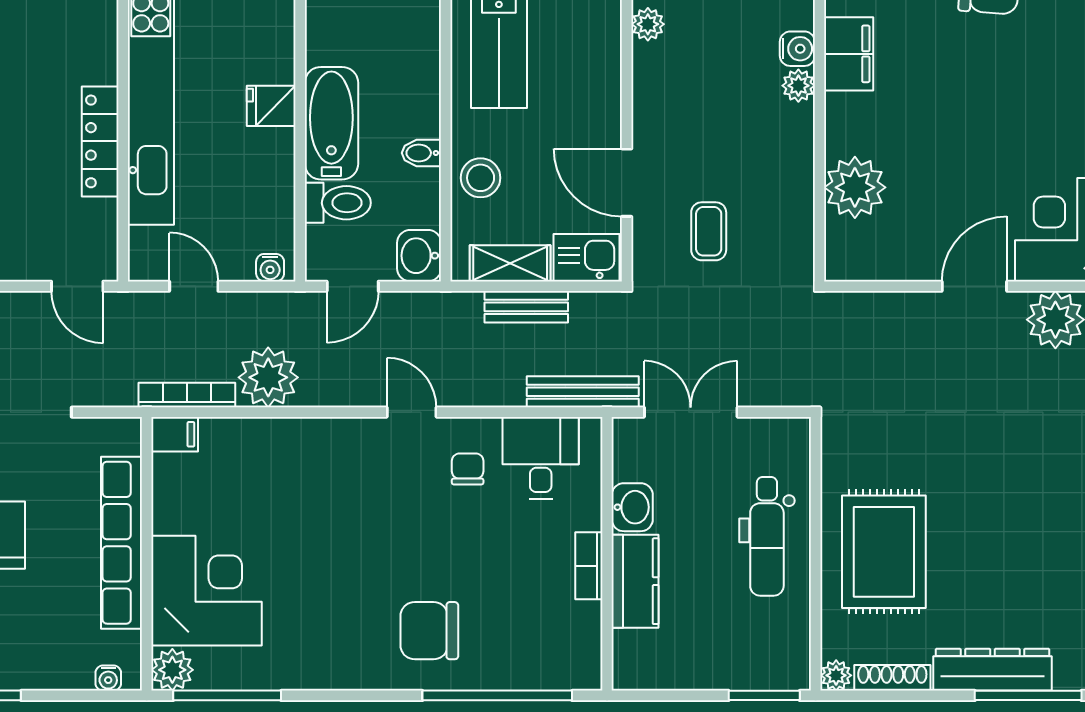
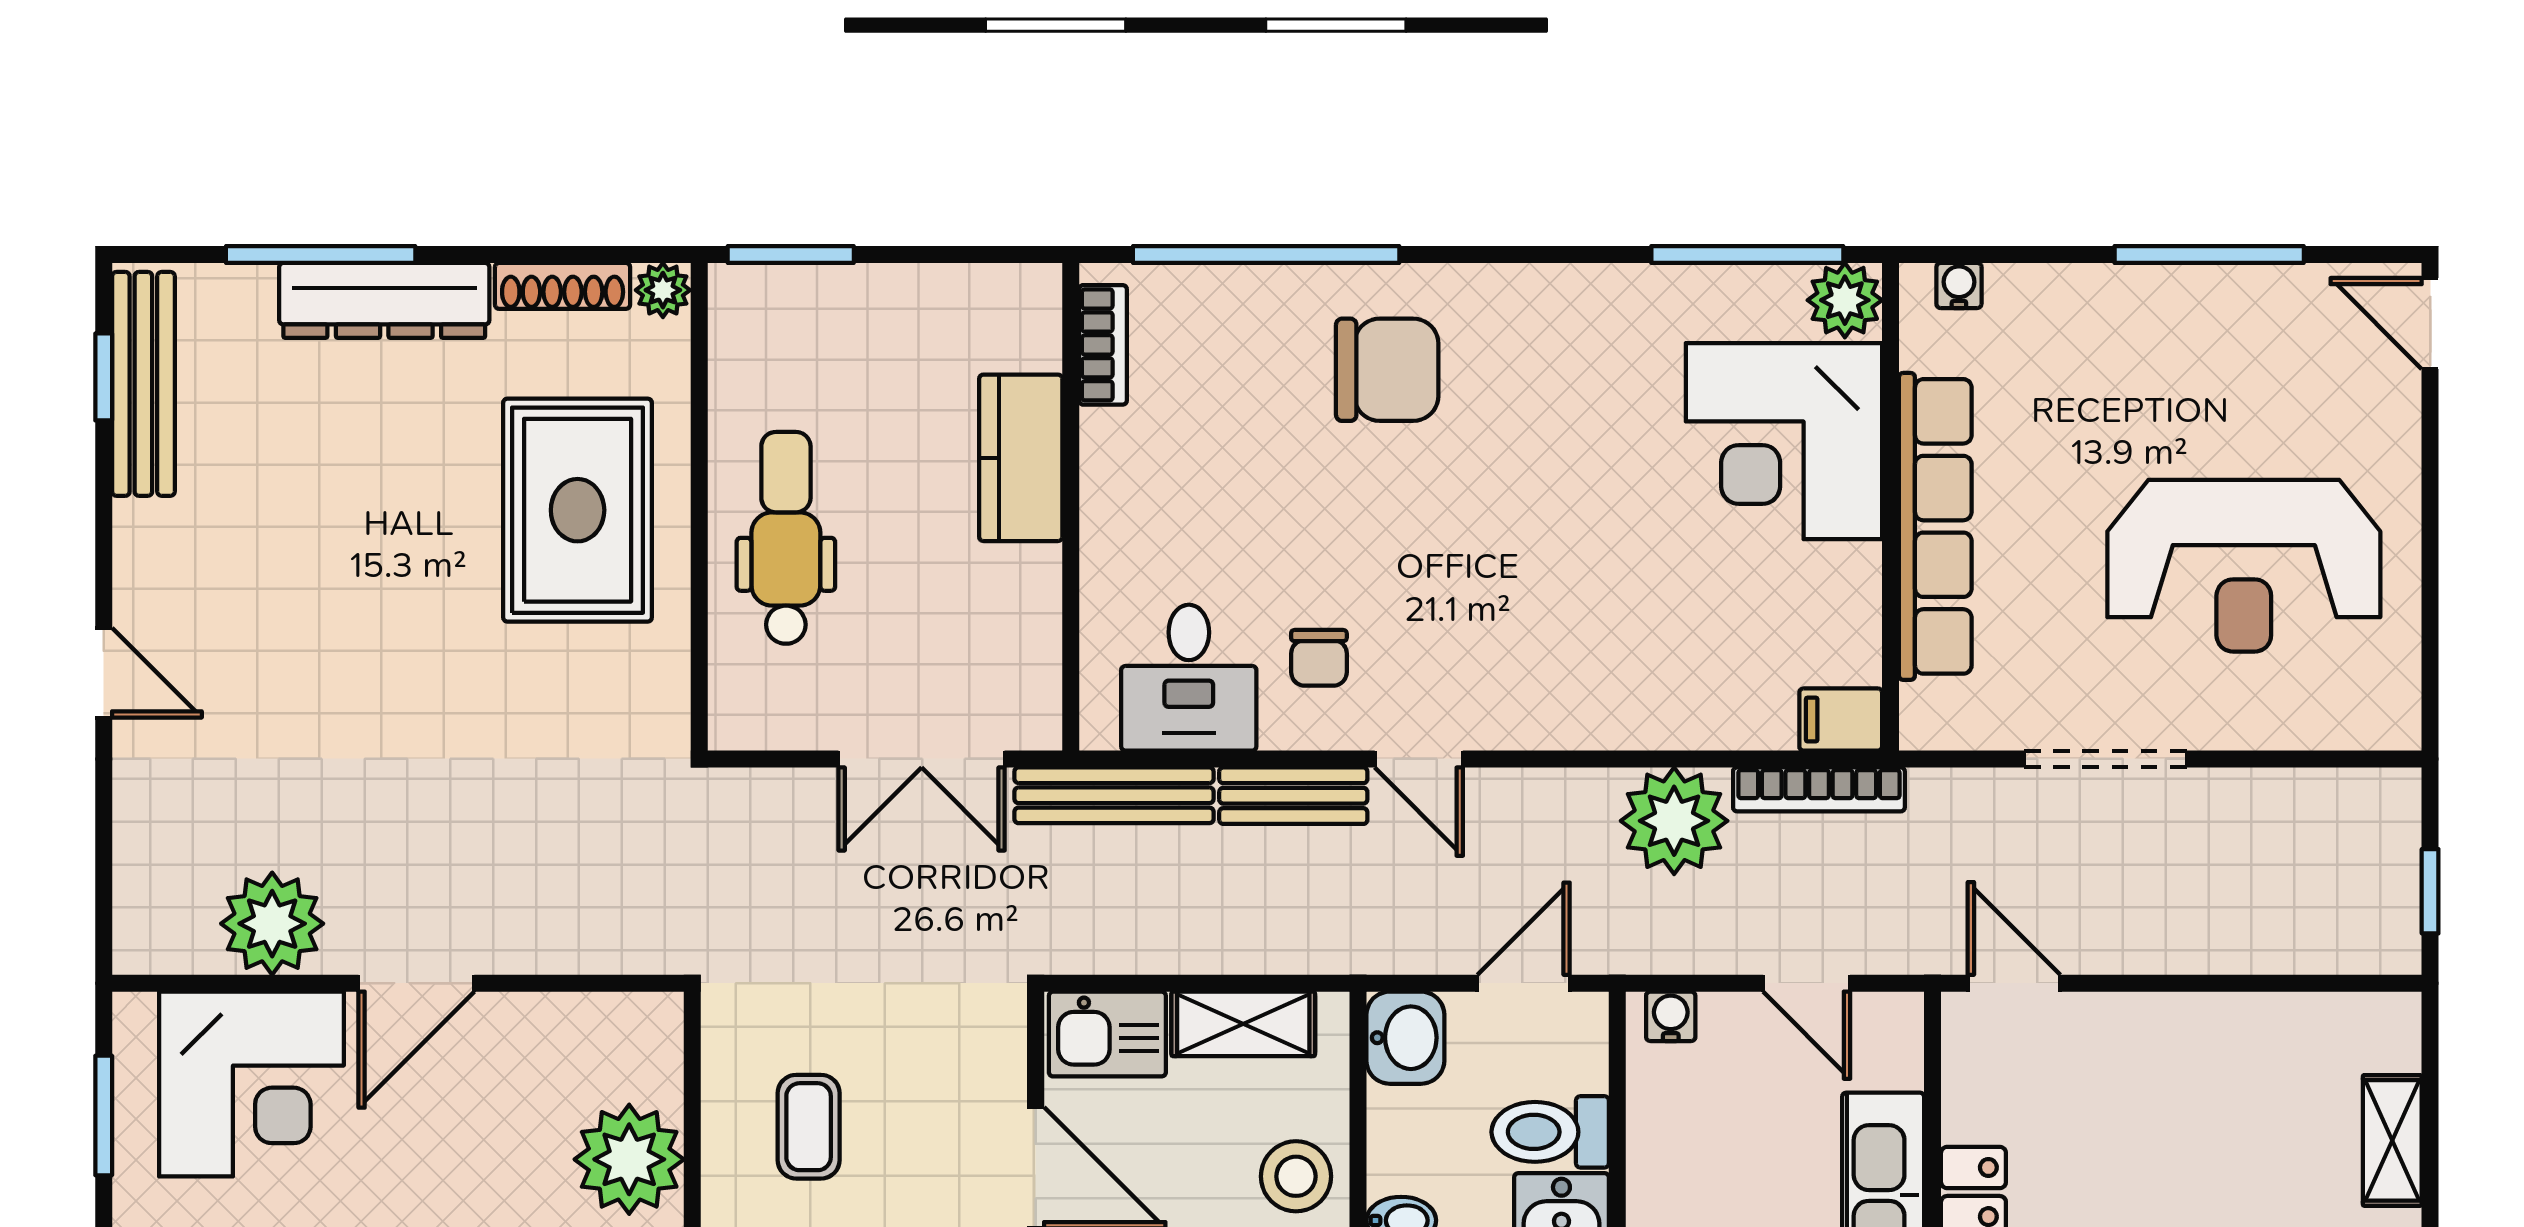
coffee table: (709, 231) -> (809, 1127), moved
bench: (526, 307) -> (1293, 796), moved
washbasin: (632, 507) -> (1026, 590), removed
bookcase: (589, 566) -> (1103, 345), moved

